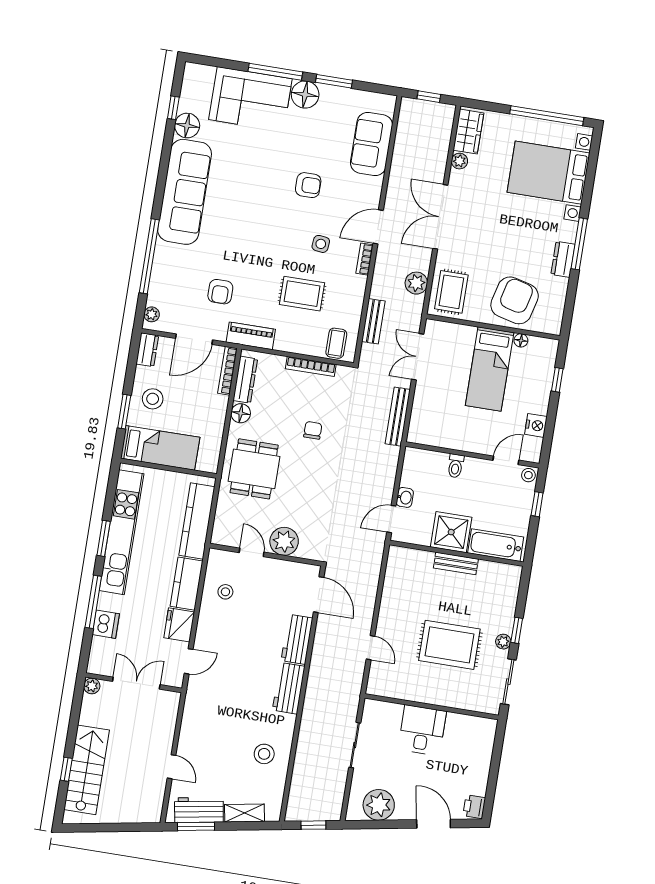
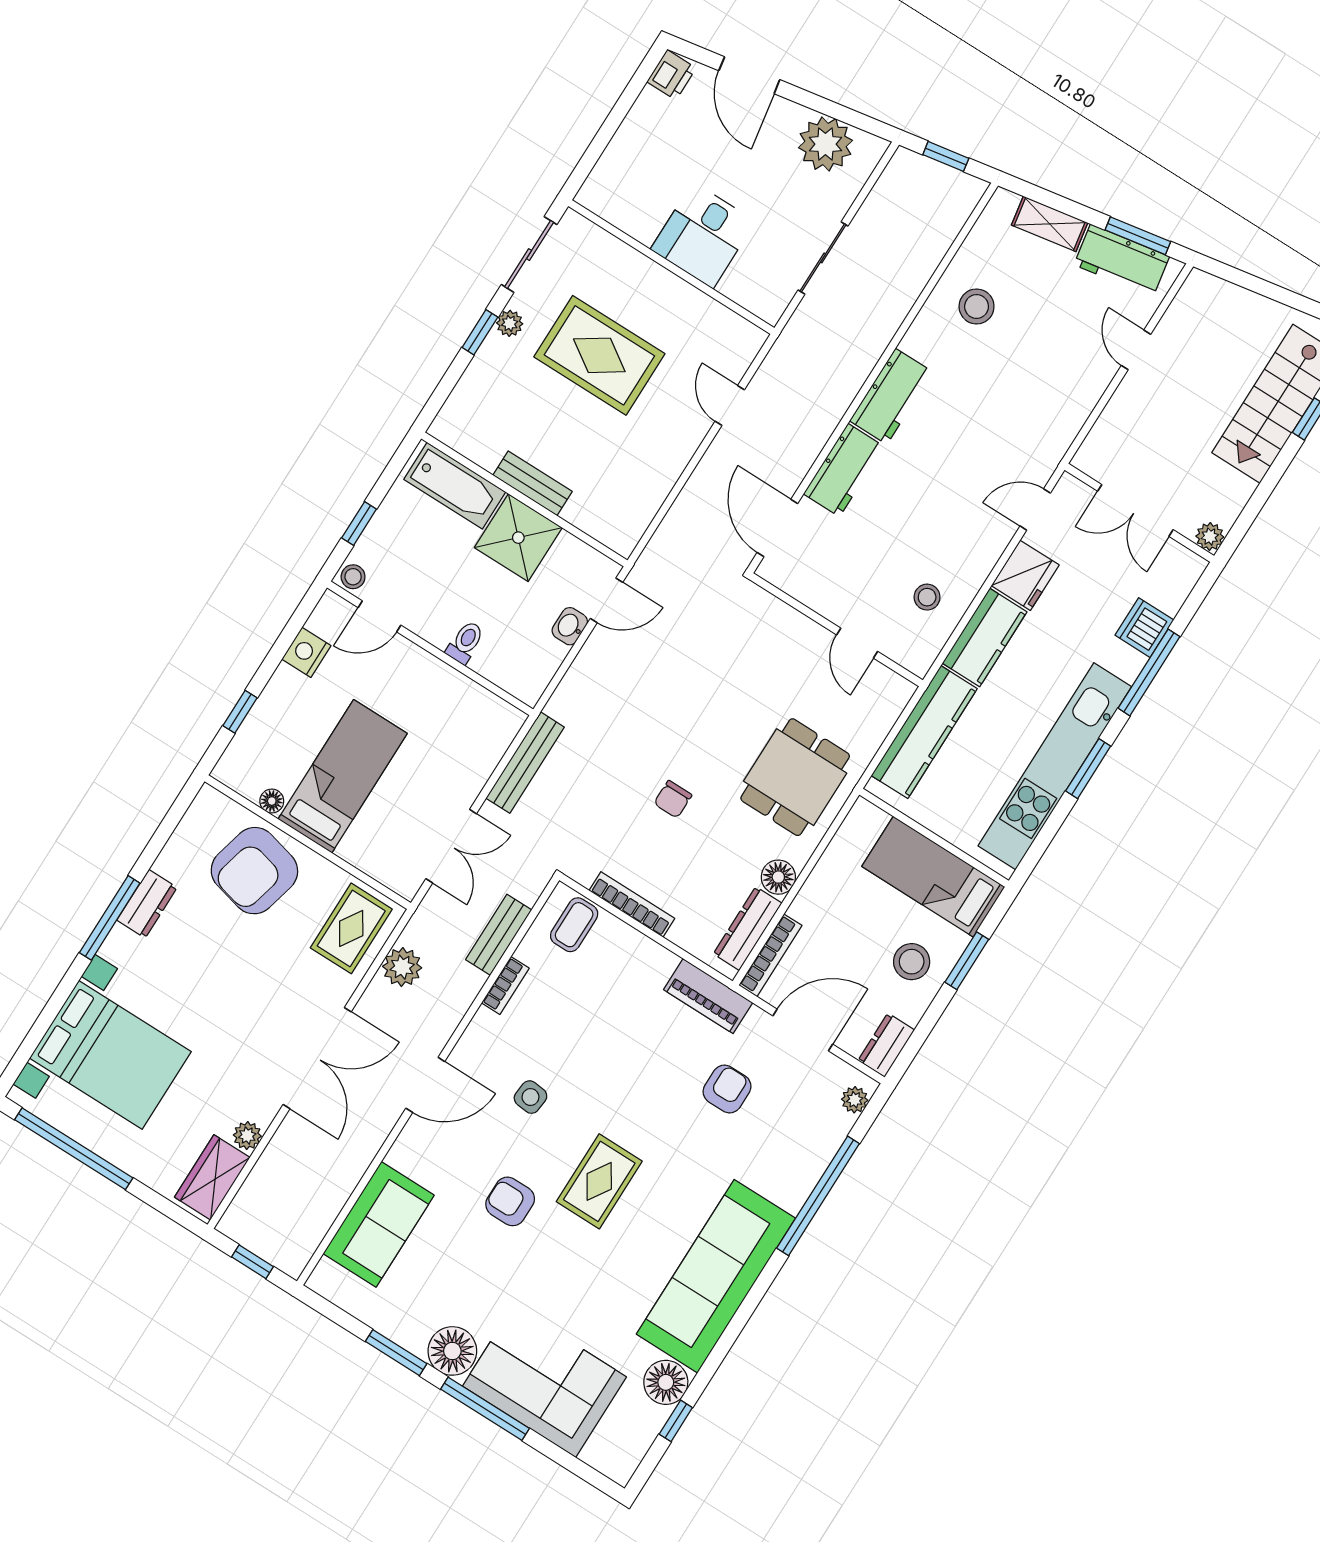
bookcase: (365, 259) -> (505, 986), moved
rug: (302, 294) -> (599, 1181), moved, turned 90
plant: (284, 541) -> (797, 639), removed

